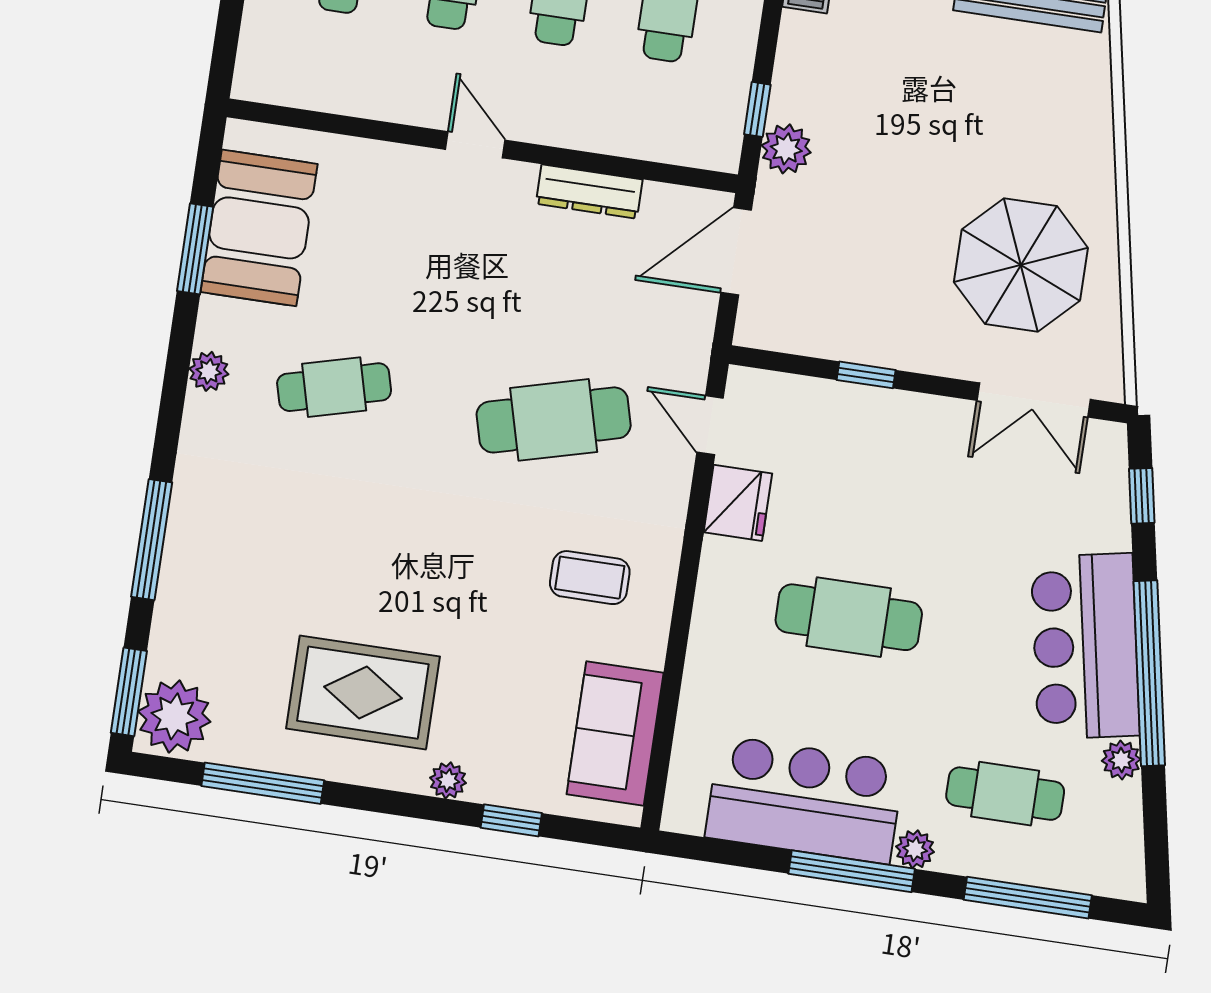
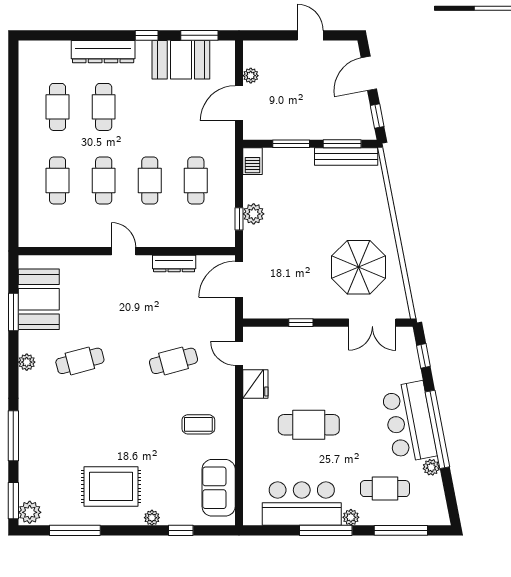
plant: (786, 149) -> (254, 214), moved
cafe table: (554, 420) -> (173, 361), width x0.73, depth x0.74
plant: (174, 716) -> (30, 512), width x0.73, depth x0.73

